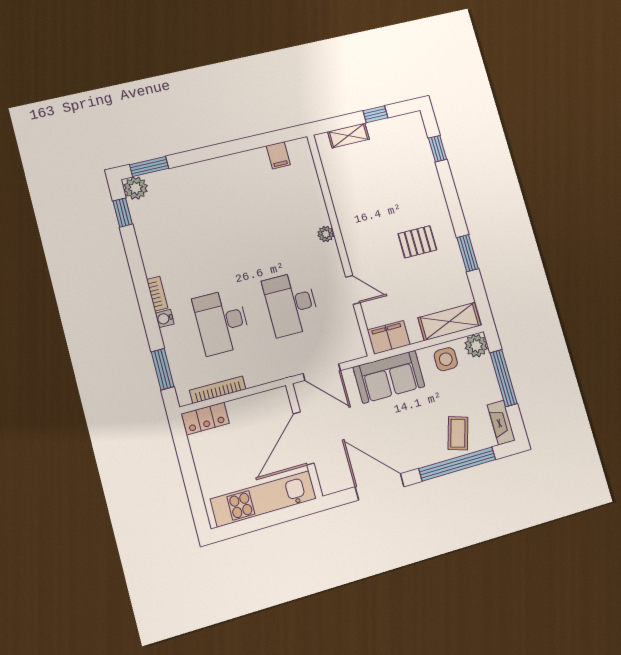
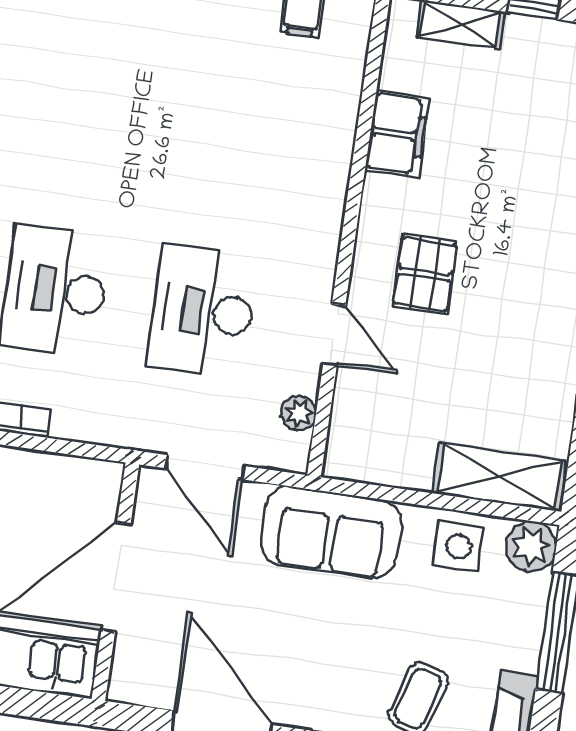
plant: (326, 234) -> (299, 413), moved
pallet: (417, 242) -> (425, 274), moved, turned 90
filing cabinet: (389, 337) -> (397, 134), moved, turned 90

